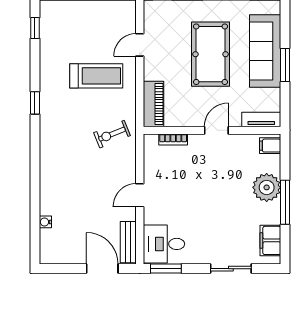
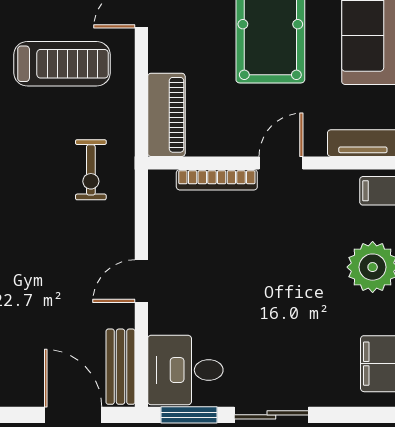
exercise bike: (112, 134) -> (91, 170), turned -68
bookcase: (173, 140) -> (217, 180), width x1.56
sliding door: (231, 269) -> (271, 415), moved

